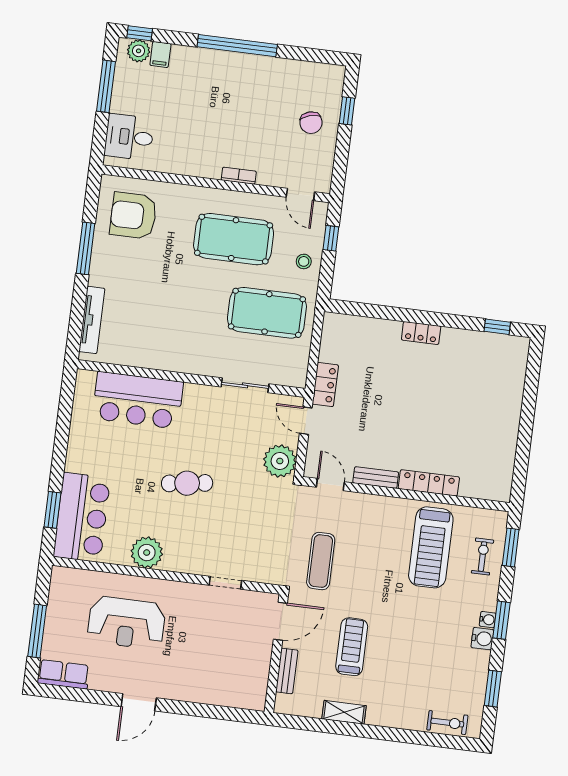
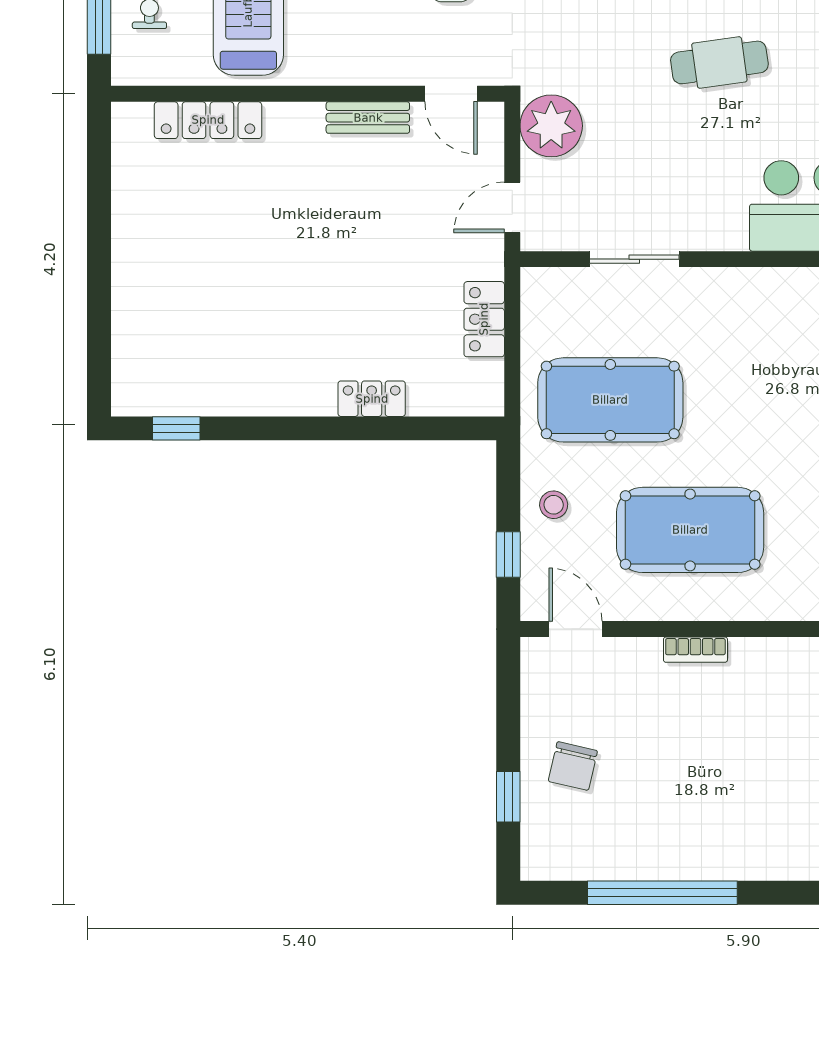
window: (237, 46) -> (662, 893), moved
chair: (311, 123) -> (573, 766), turned -151
locker: (421, 333) -> (372, 399), moved
locker: (325, 385) -> (484, 319), moved
door: (306, 421) -> (512, 207), swing flipped
locker: (429, 483) -> (208, 120), moved

